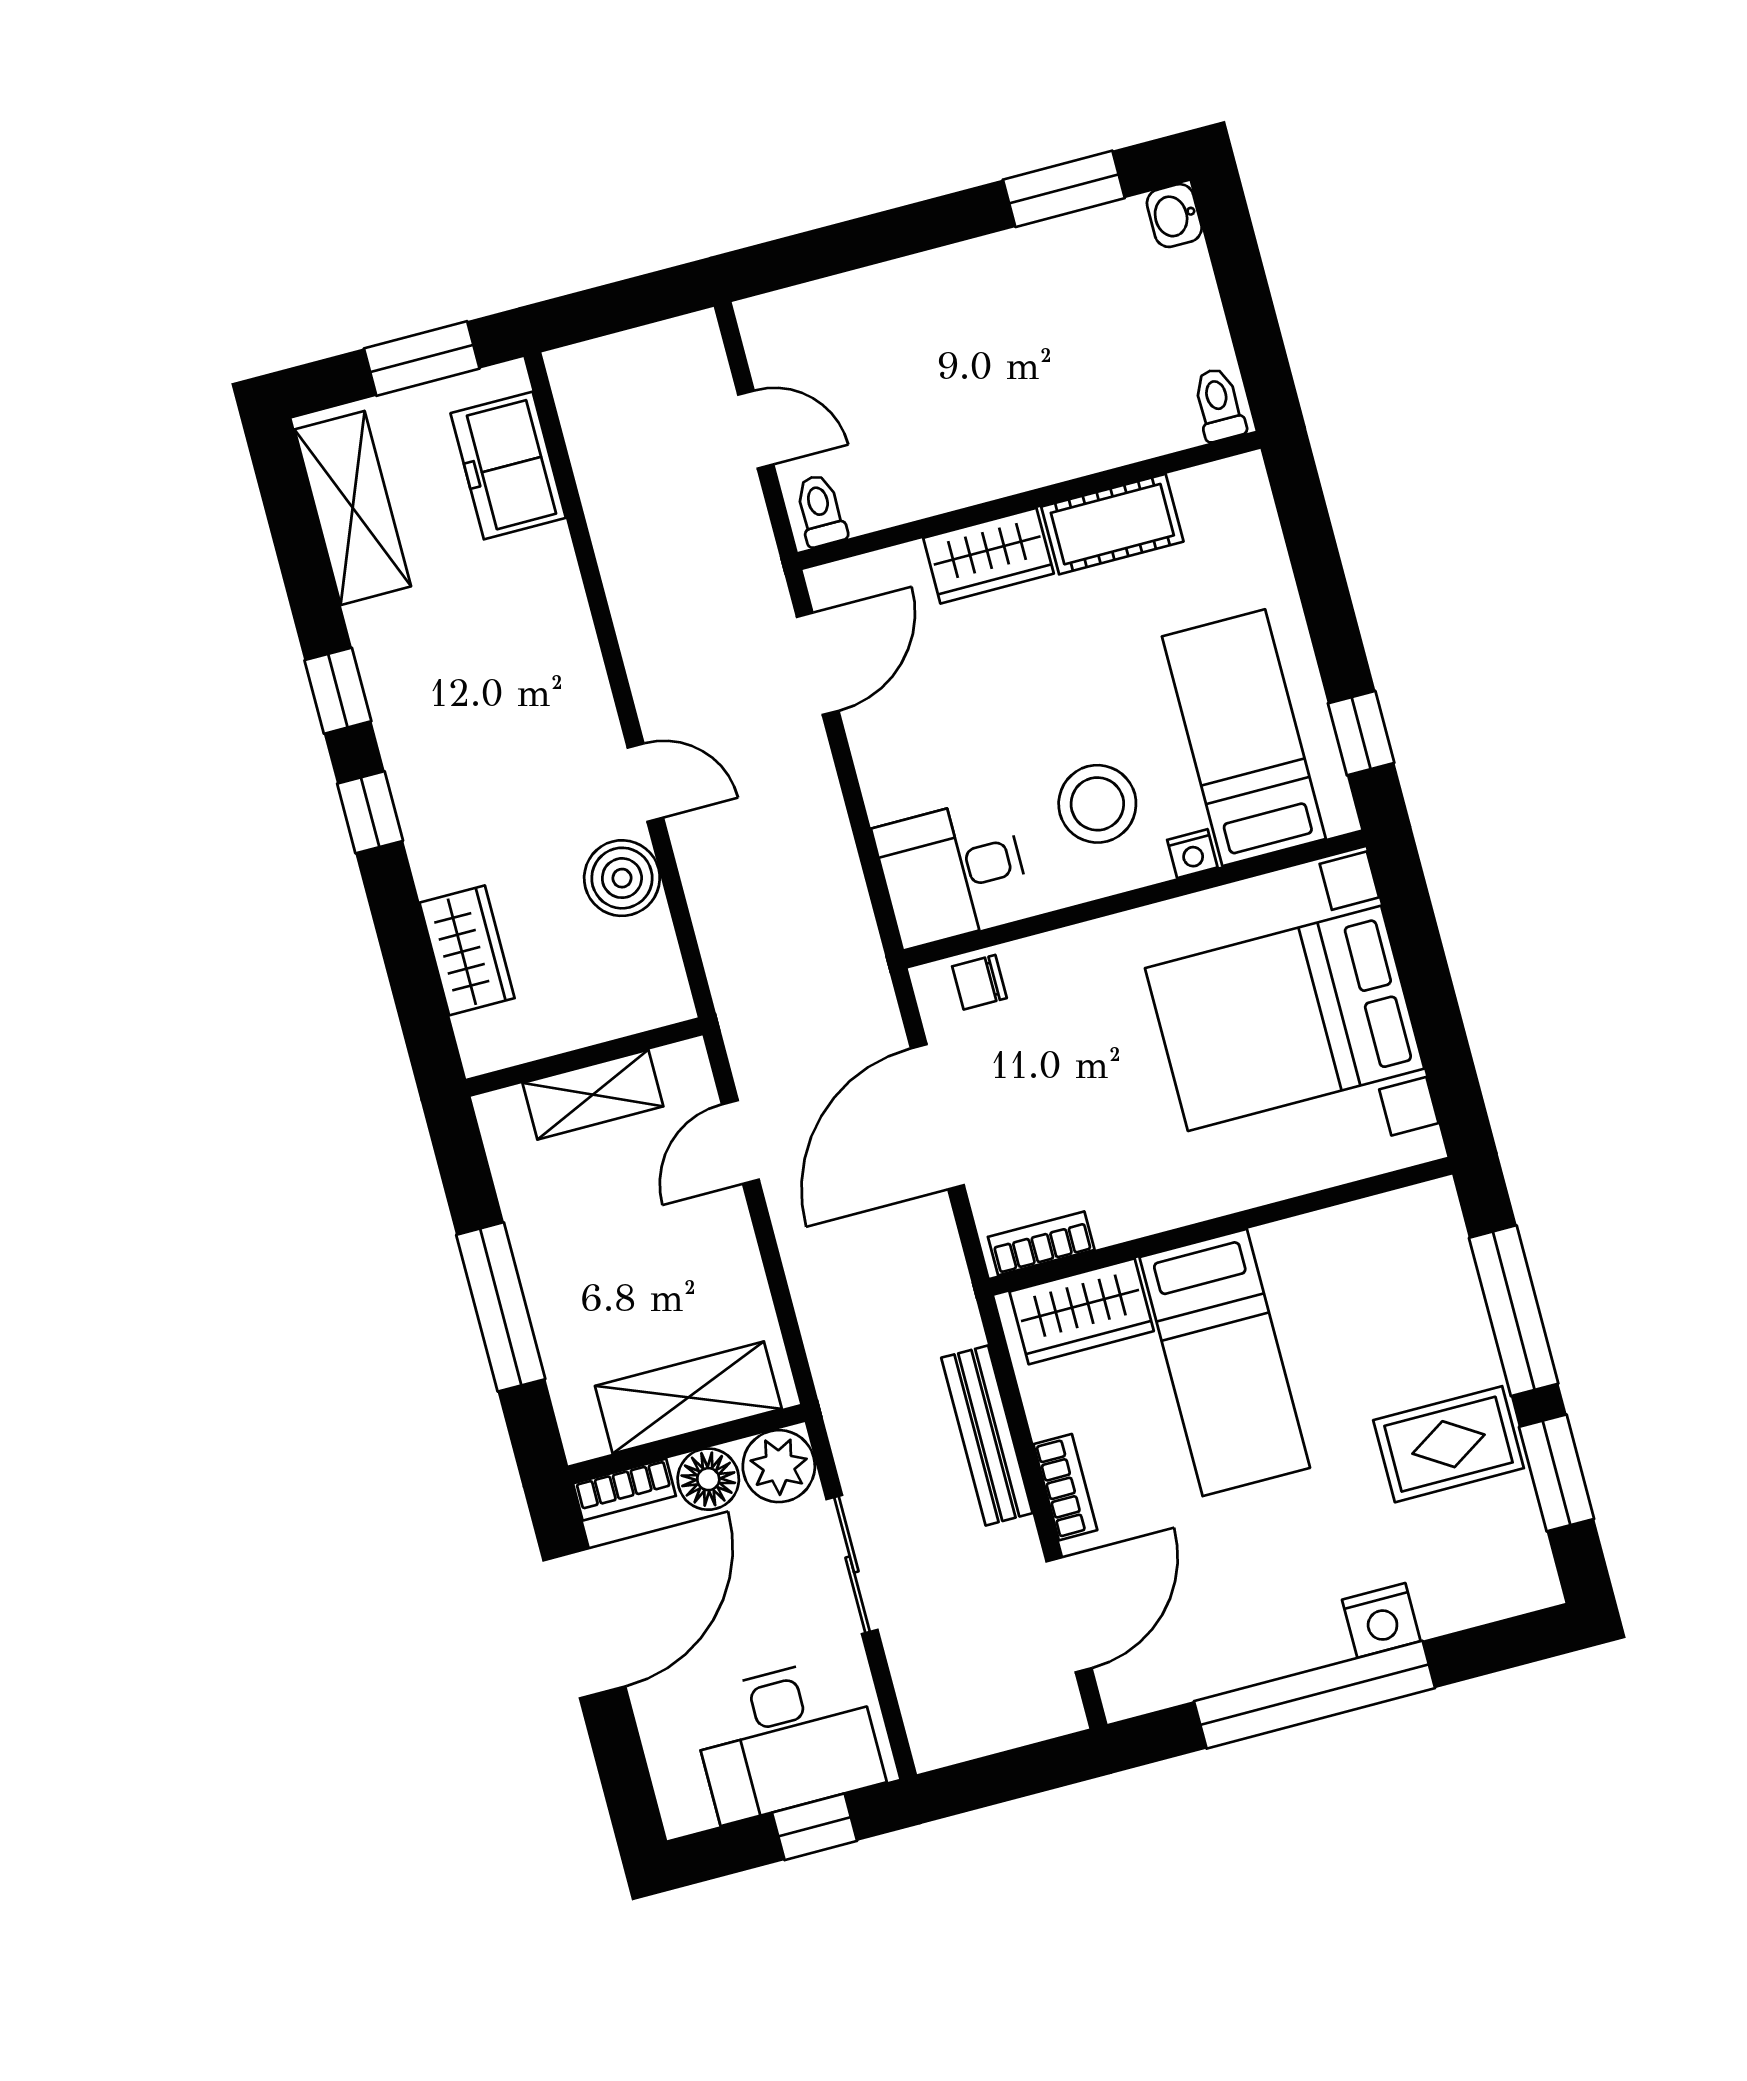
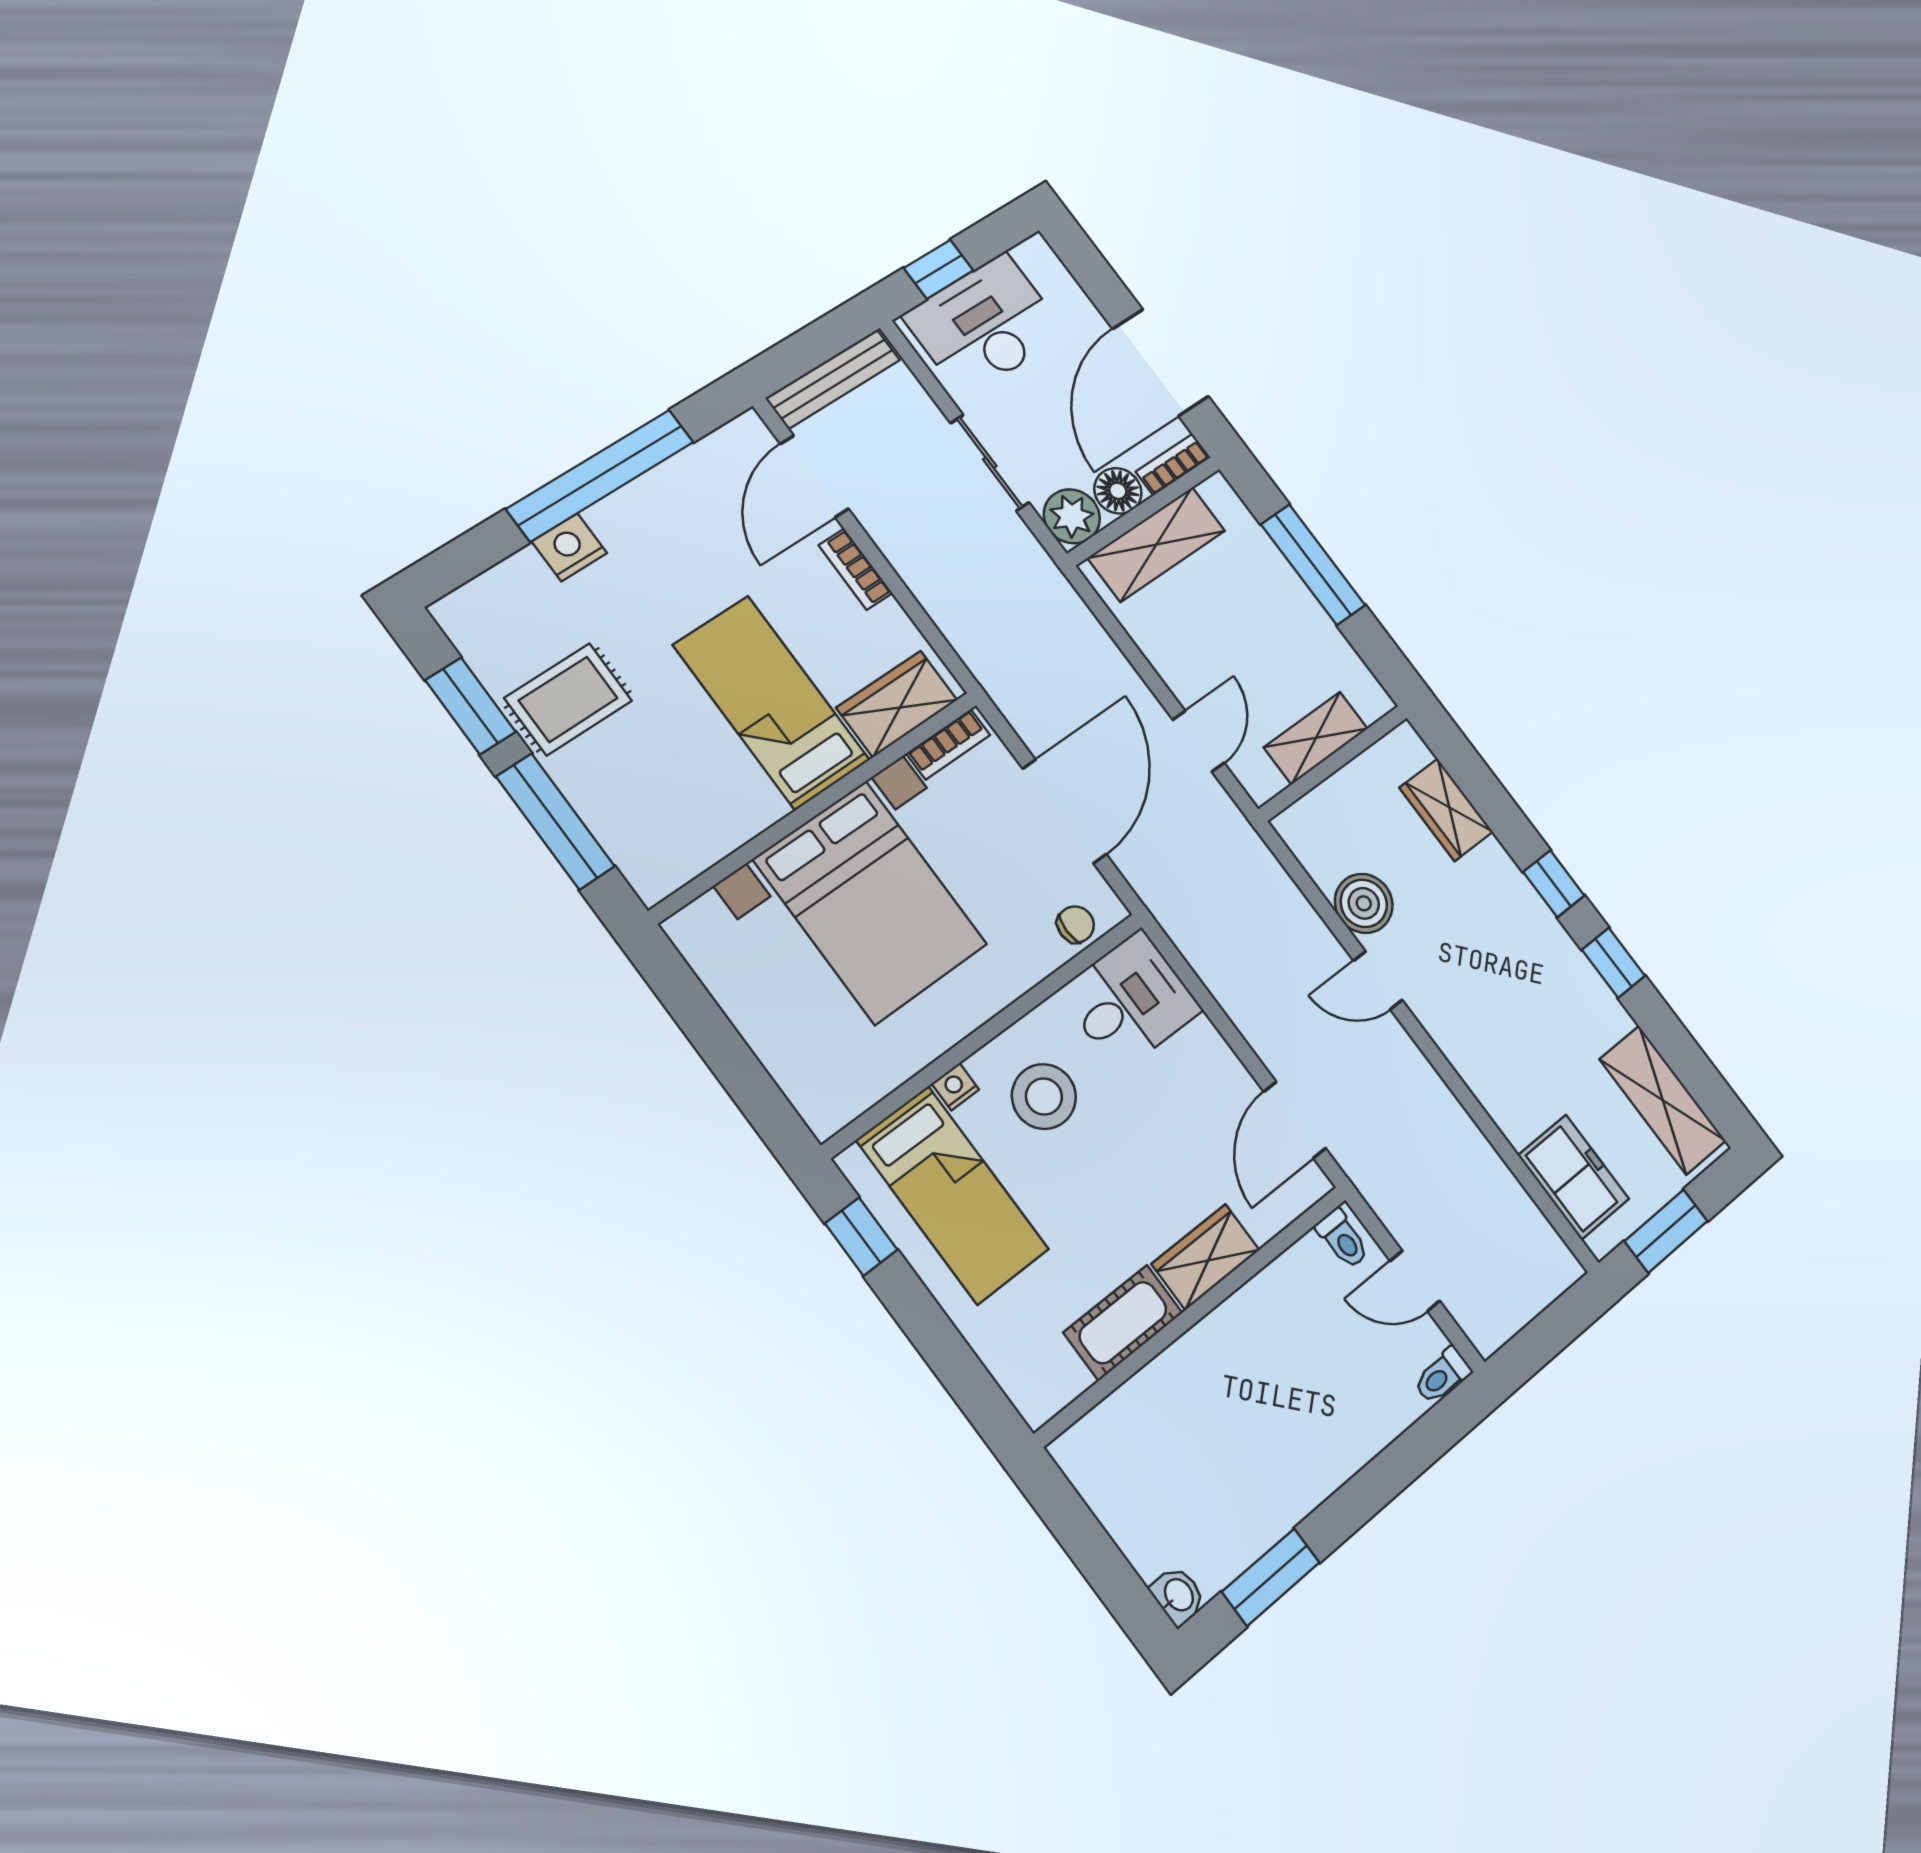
toilet: (1219, 405) -> (1442, 1376), moved, turned 90
bed with nightstands: (1285, 1018) -> (870, 902), moved, turned 90
bench: (987, 1435) -> (833, 379), moved, turned 90

